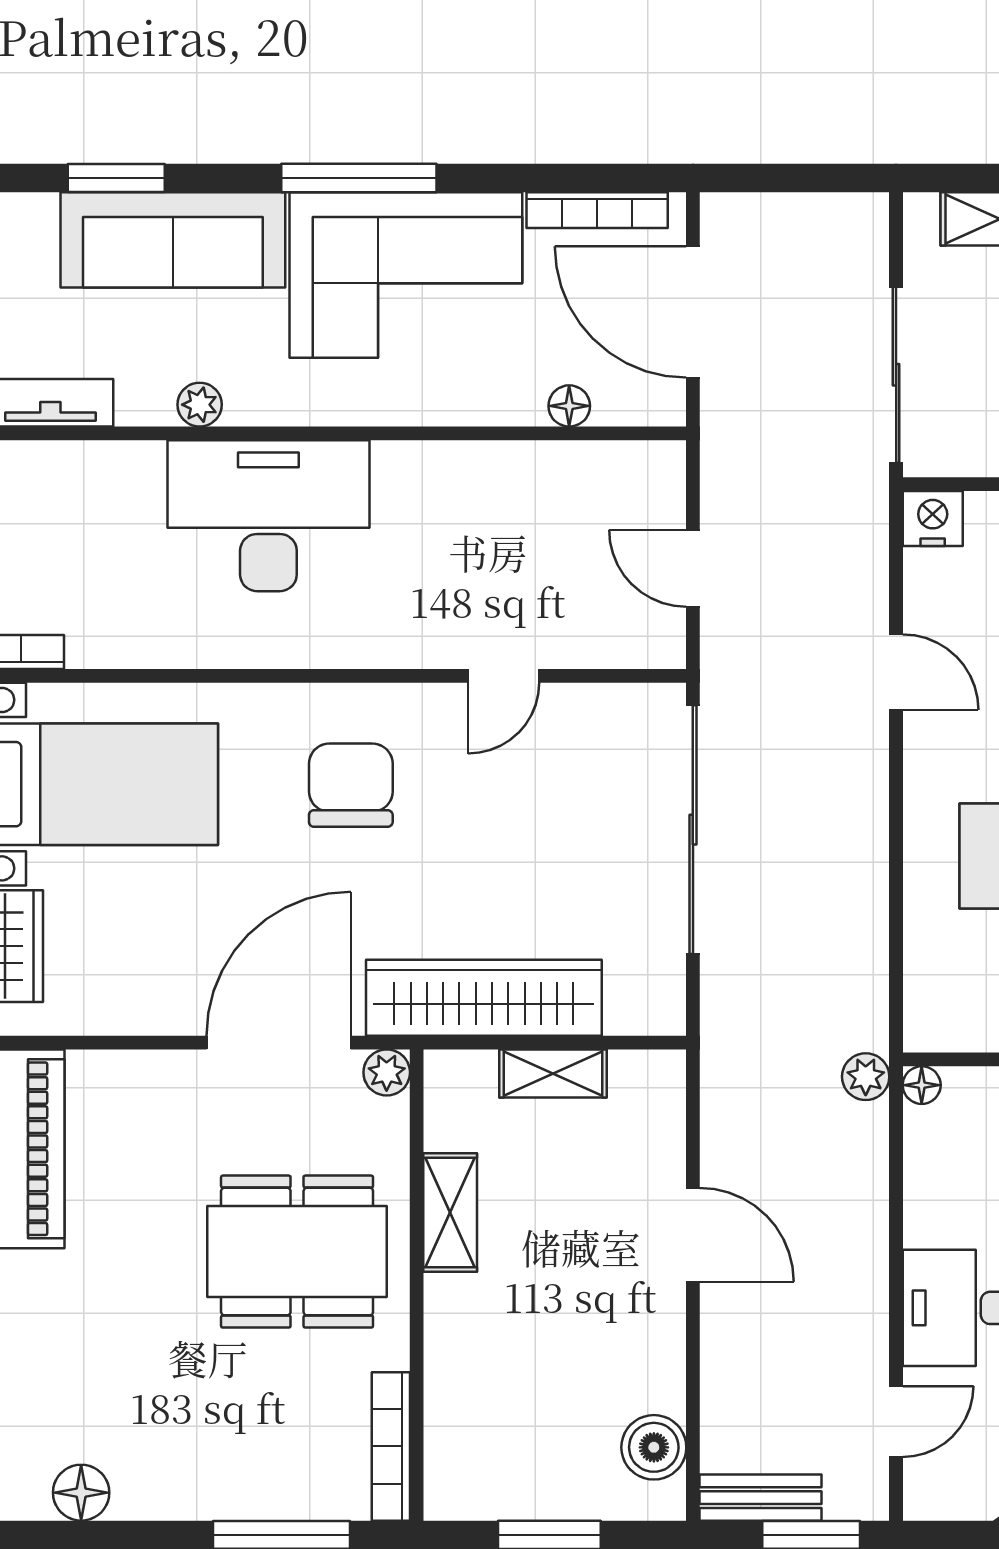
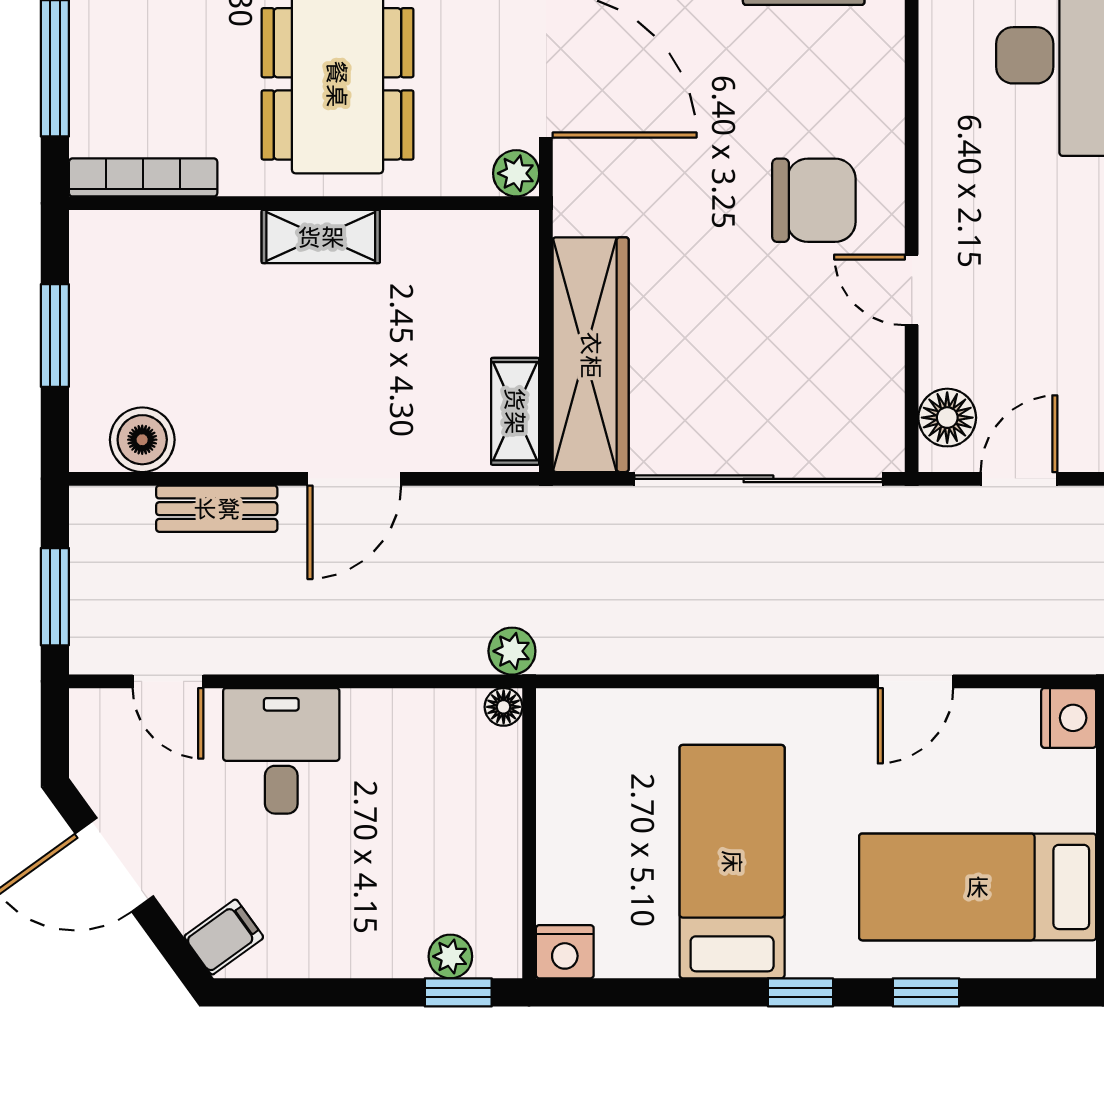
floor lamp: (632, 640) -> (947, 418), added
chair: (351, 785) -> (814, 200), moved
wardrobe: (484, 998) -> (591, 355), moved
shelving: (553, 1073) -> (515, 411), moved
shelving: (450, 1213) -> (321, 237), moved
bench: (761, 1498) -> (217, 509), moved, turned 90

